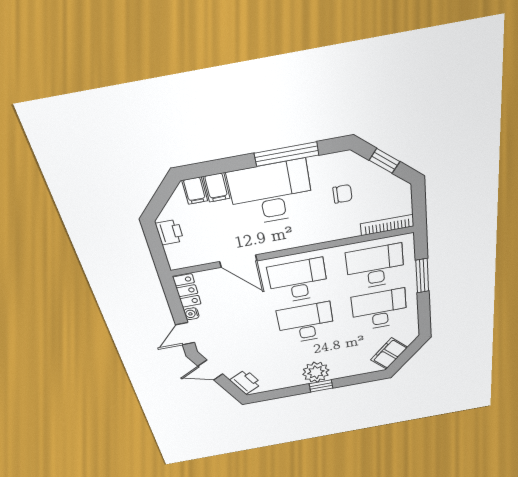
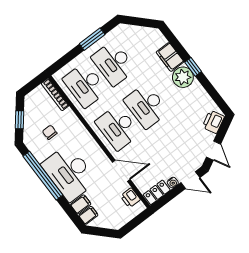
window: (287, 154) -> (43, 176), width x1.46
printer: (170, 232) -> (130, 198), moved, turned -90
door: (238, 261) -> (121, 171), hinge flipped
window: (422, 276) -> (92, 39), moved
filing cabinet: (389, 354) -> (170, 57), moved, turned 45

